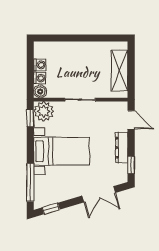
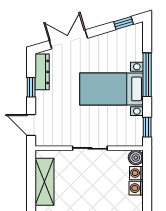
plant: (44, 111) -> (132, 135), removed
dresser: (122, 148) -> (42, 72), moved
window: (131, 165) -> (31, 87), moved
window: (30, 182) -> (147, 75), moved

